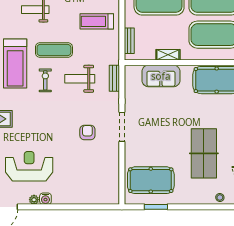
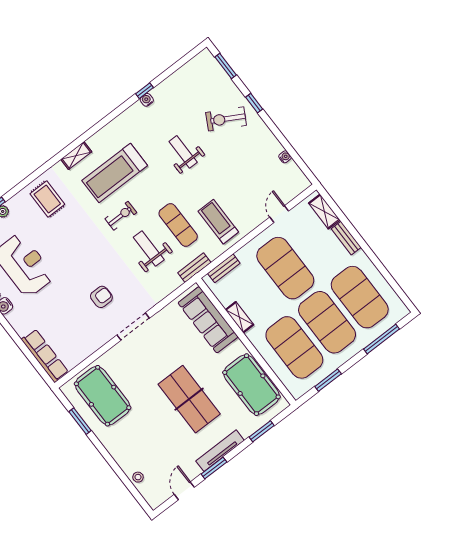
exercise mat: (54, 50) -> (178, 225), moved
sofa: (161, 76) -> (208, 320), width x1.36
bench: (114, 78) -> (194, 268), moved
table tennis table: (204, 153) -> (189, 399), moved, turned 90
row of seats: (97, 197) -> (45, 356), added

